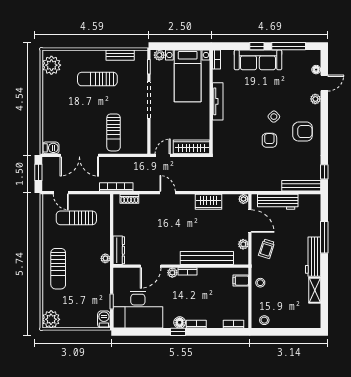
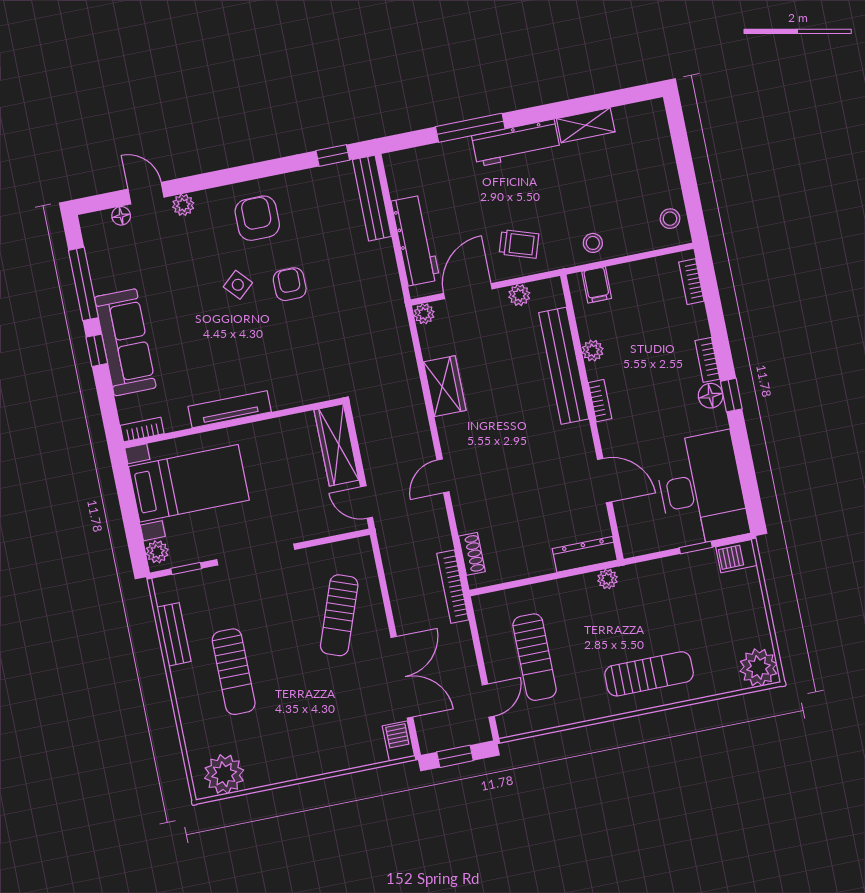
sun lounger: (114, 132) -> (339, 615), turned 110
armchair: (269, 140) -> (290, 284), turned 90
plant: (172, 273) -> (593, 351), moved

